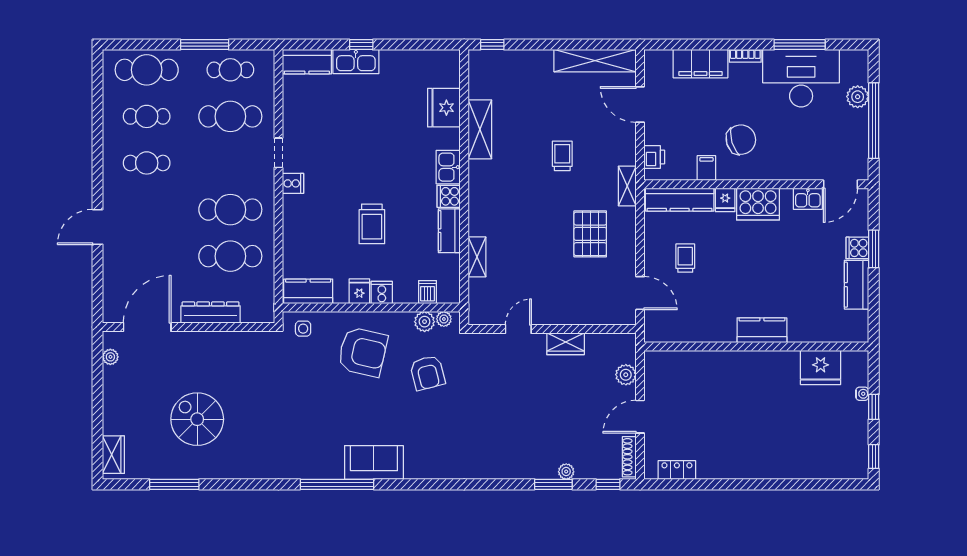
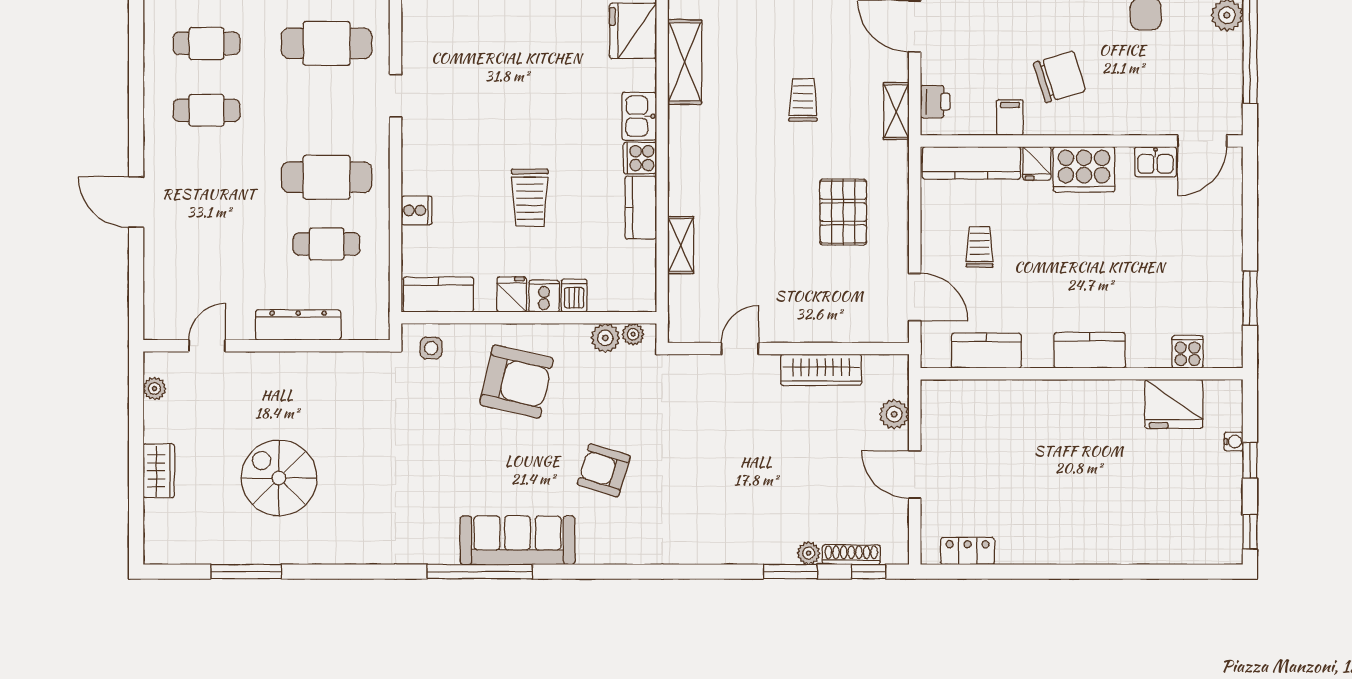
cooker: (293, 183) -> (416, 210), moved
shelving: (627, 186) -> (896, 111), moved
door: (98, 227) -> (136, 202), hinge flipped
cooker: (857, 248) -> (1188, 352), moved, turned 90
window: (874, 249) -> (1250, 298), moved
cafe table: (230, 256) -> (327, 244), width x0.73, depth x0.74
kitchen counter: (857, 285) -> (986, 351), moved, turned 90
dishwasher: (427, 292) -> (574, 296), moved
door: (147, 327) -> (207, 346), width x0.53
wardrobe: (566, 344) -> (821, 370), width x1.50
armchair: (427, 373) -> (604, 470), moved, turned 121
door: (640, 417) -> (915, 474), hinge flipped
wardrobe: (113, 455) -> (159, 471), moved
shoe rack: (629, 457) -> (851, 555), moved, turned 90
sofa: (374, 463) -> (518, 540), width x1.36

